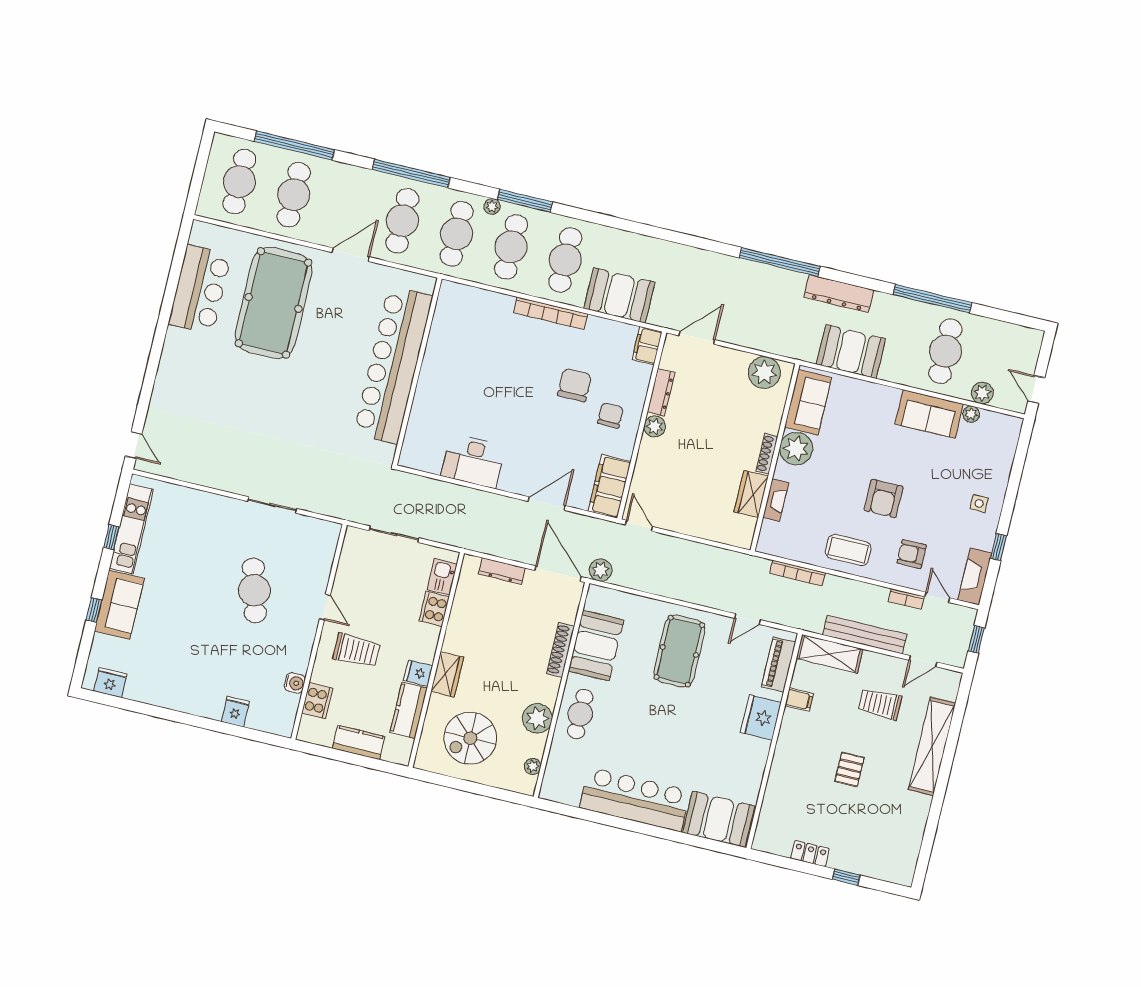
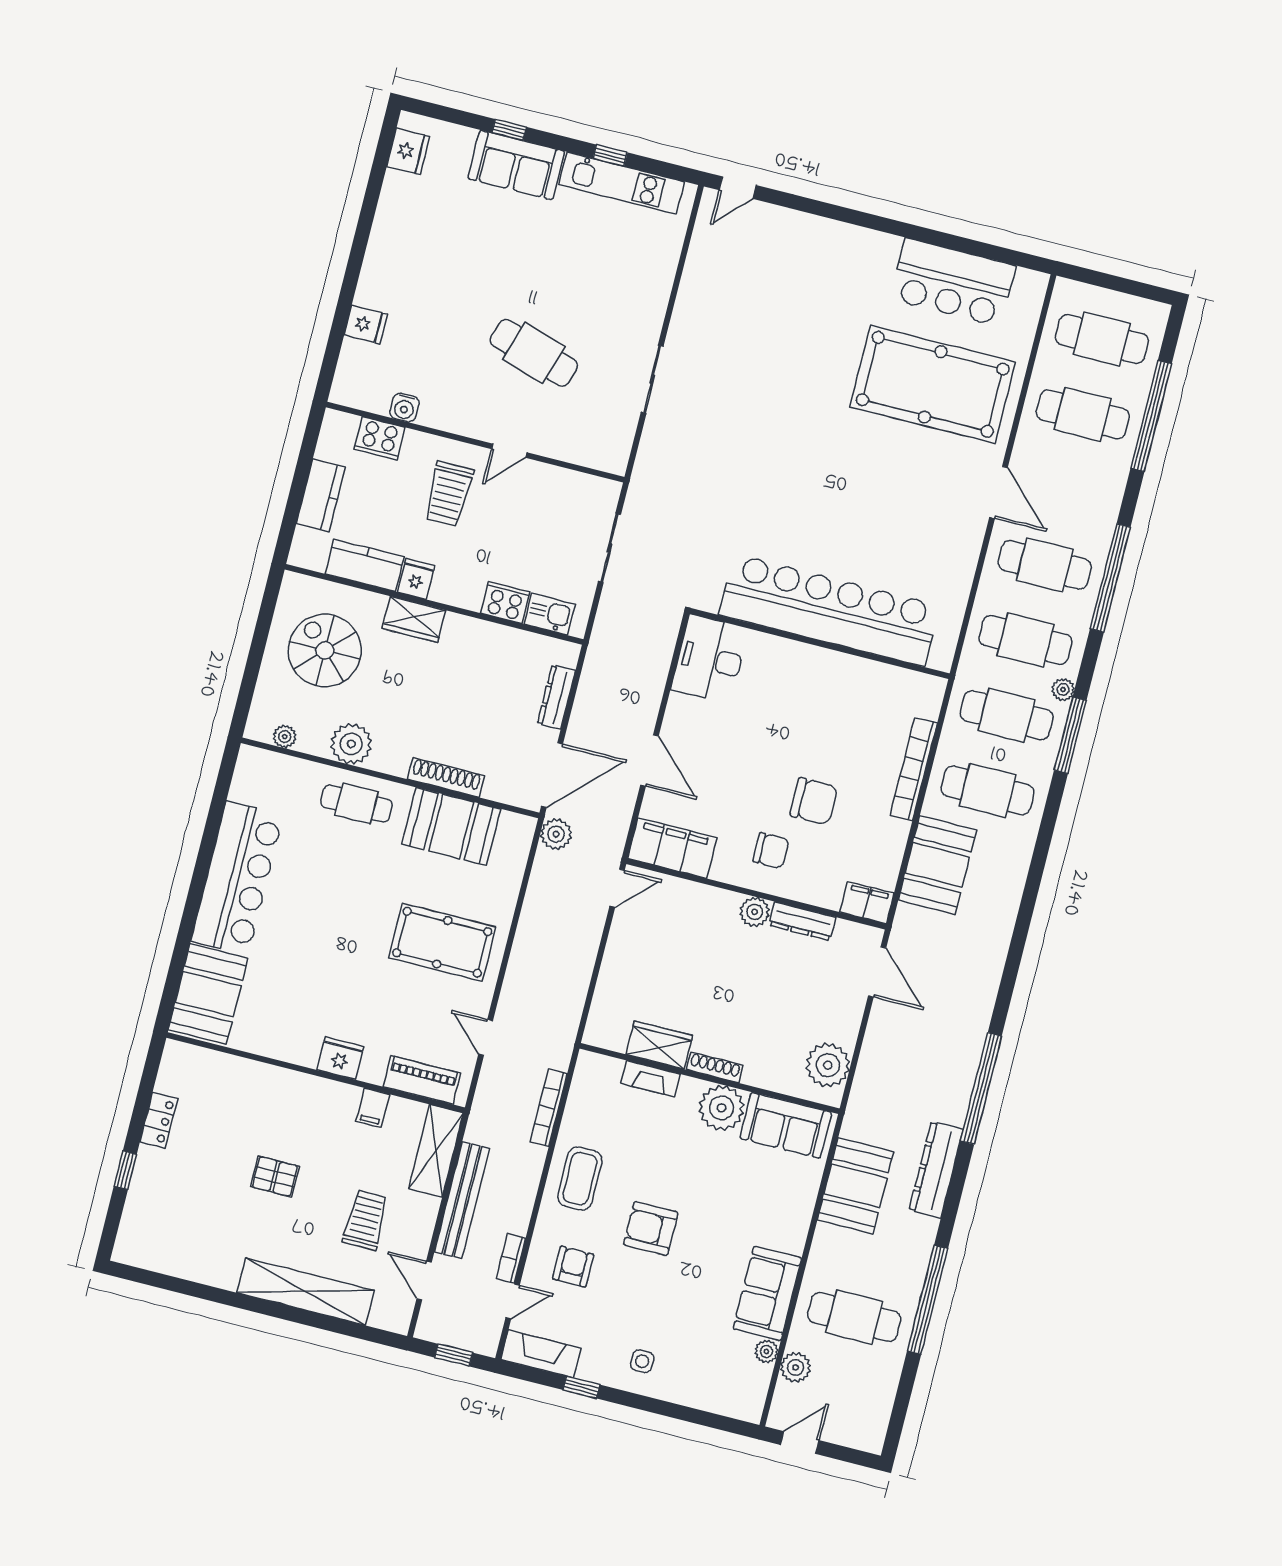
bar counter: (393, 365) -> (829, 610), moved
wall: (417, 372) -> (820, 643), moved
cafe table: (254, 590) -> (534, 353), turned 33
fridge: (761, 717) -> (340, 1058), width x0.73, depth x0.75

